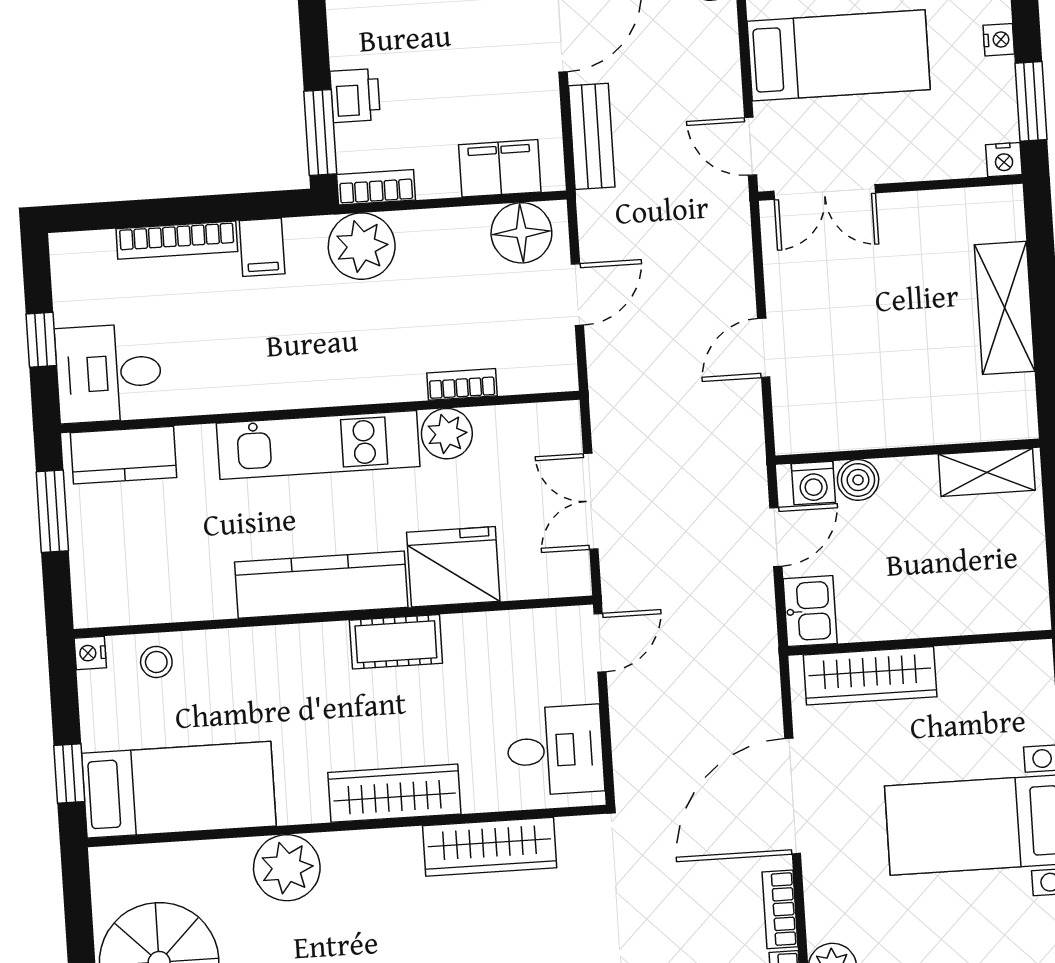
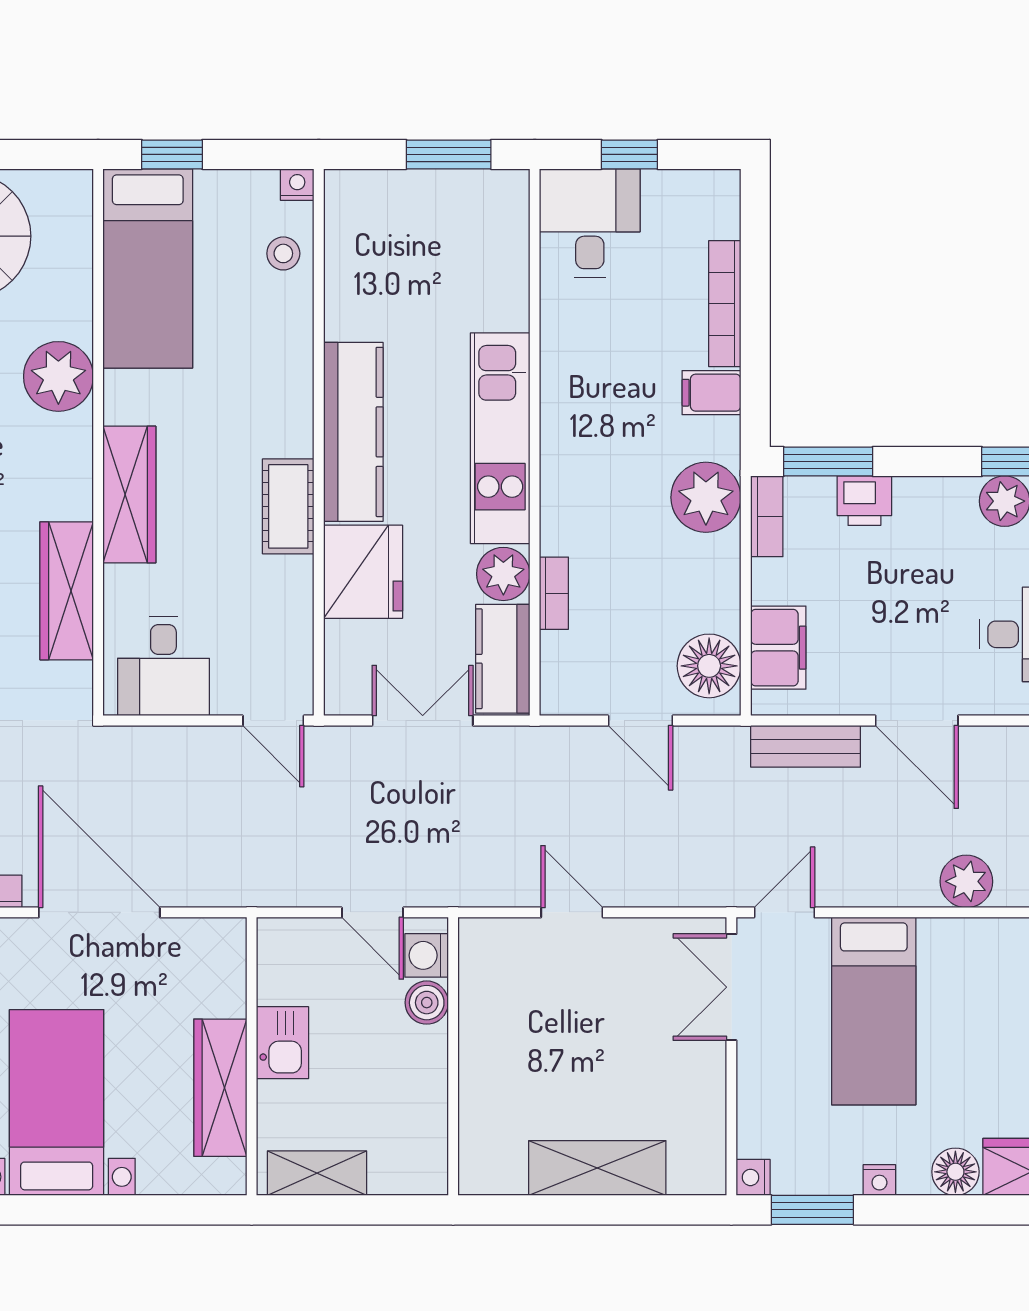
kitchen counter: (123, 455) -> (503, 659), moved
shelving: (987, 472) -> (317, 1173), moved, turned 90
kitchen sink: (810, 611) -> (282, 1043), moved, turned -90
wardrobe: (870, 676) -> (220, 1088), moved

